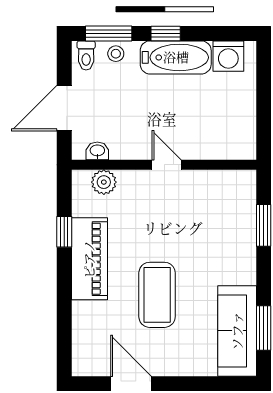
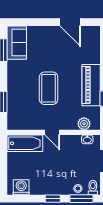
bathtub: (176, 57) -> (25, 143), moved, turned 180
coffee table: (157, 295) -> (49, 88), moved
sofa: (237, 331) -> (17, 43), width x0.73

